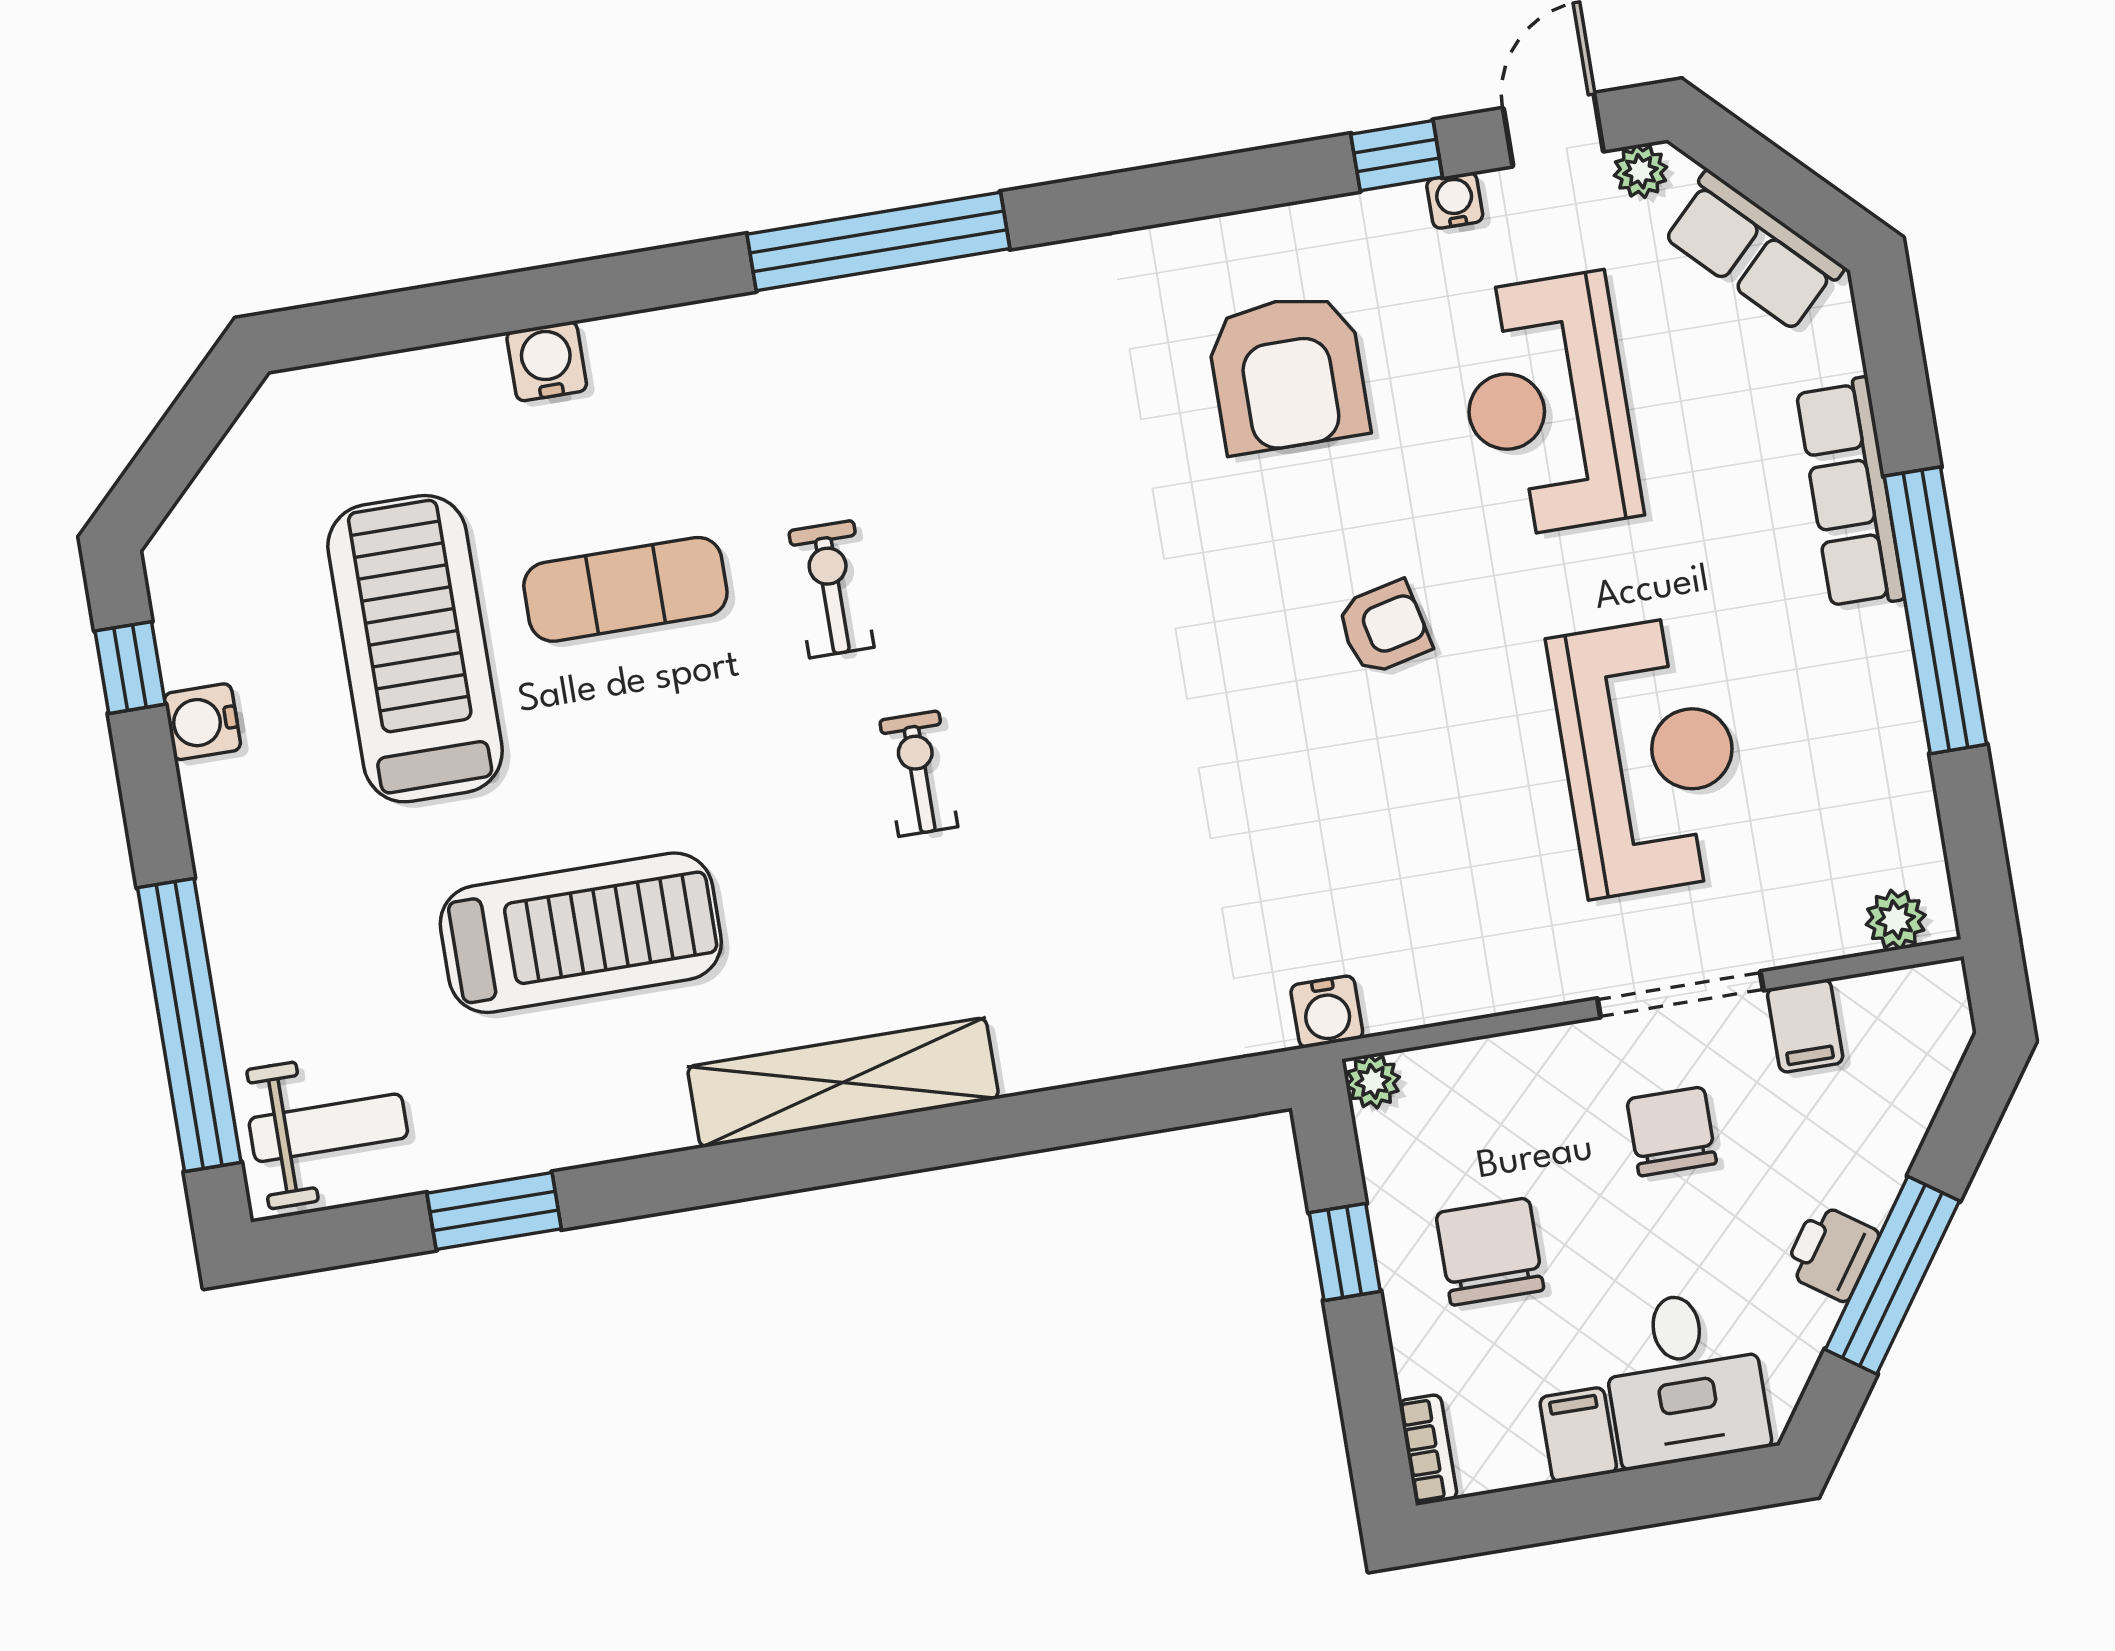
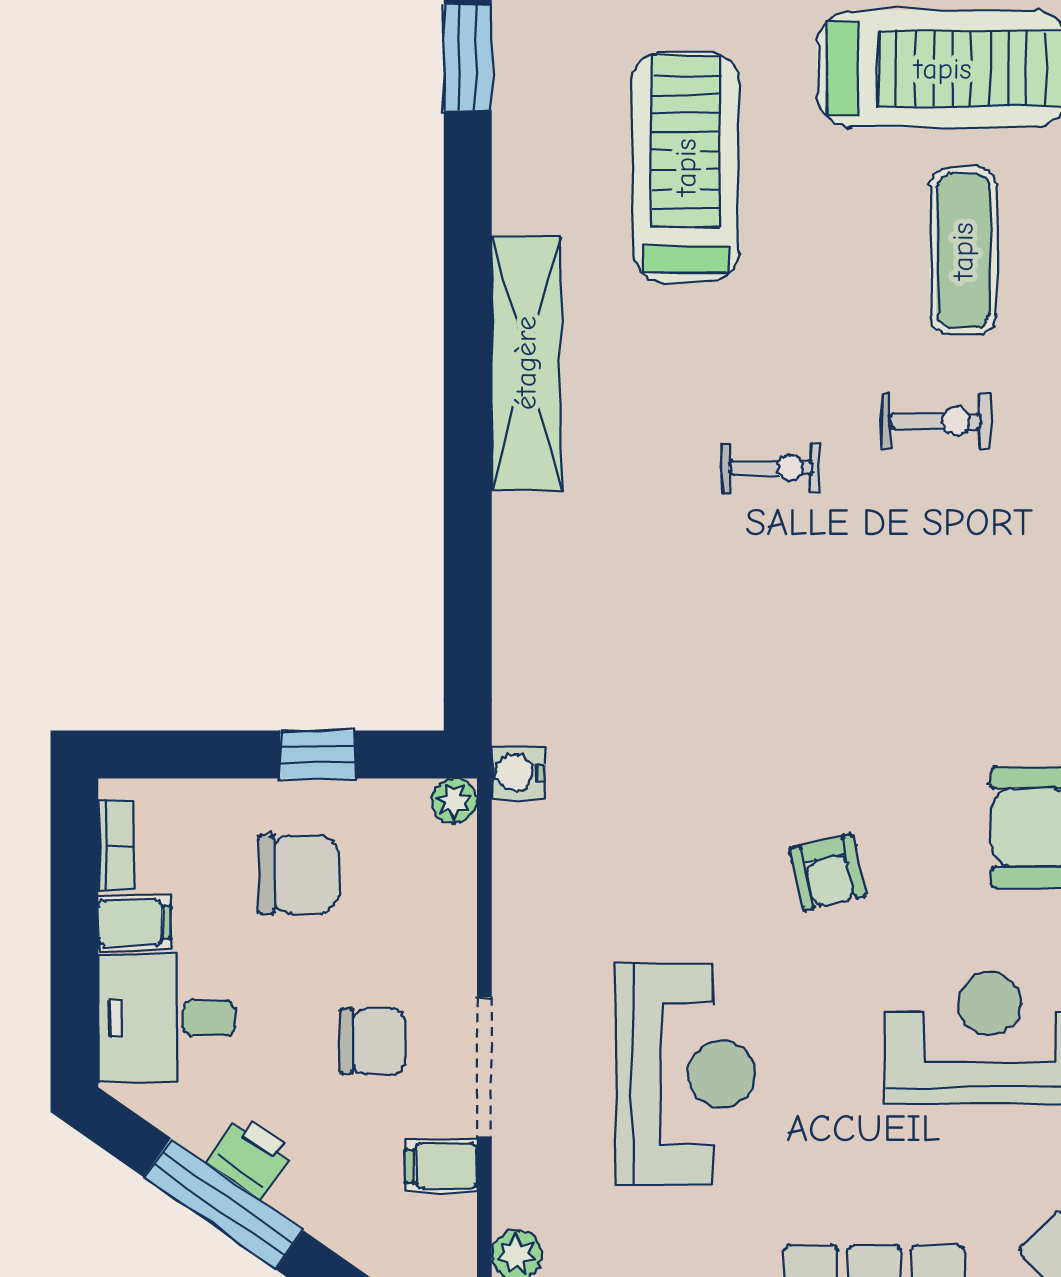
reception desk: (1649, 756) -> (686, 1074), turned -90
treadmill: (581, 933) -> (686, 167), turned 180
bookcase: (1428, 1450) -> (116, 846), moved, turned -90

